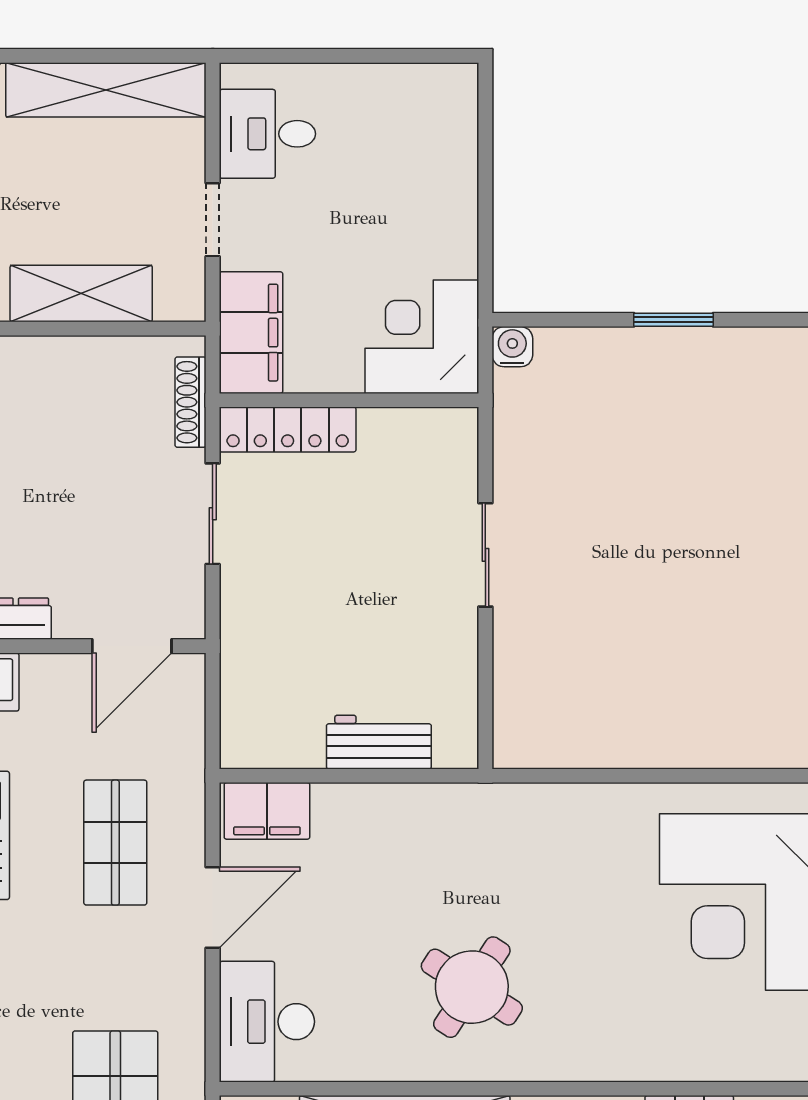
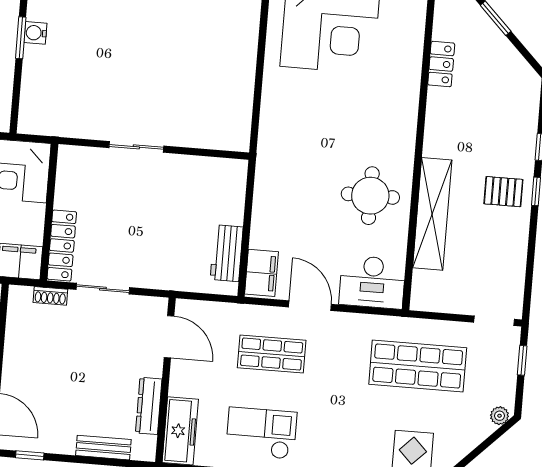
water cooler: (512, 347) -> (35, 33), moved
shoe rack: (191, 402) -> (50, 296), width x0.70
workbench: (379, 742) -> (227, 253), moved
round table: (472, 987) -> (370, 196), moved, turned -33

